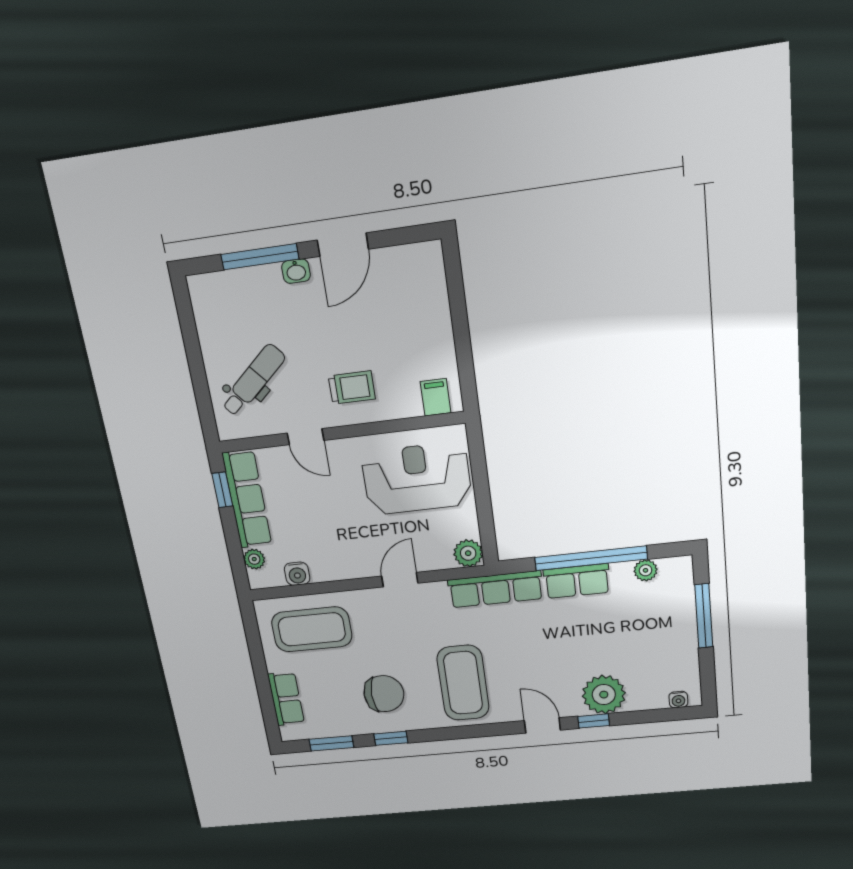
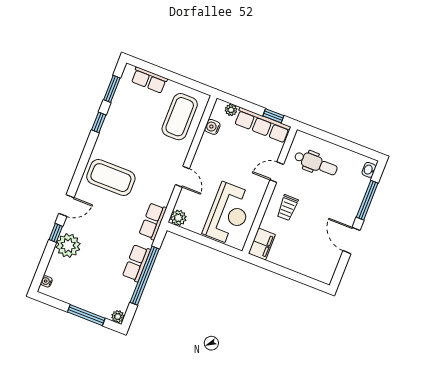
washbasin: (296, 271) -> (369, 170), moved
dental chair: (253, 380) -> (316, 163), turned -49
filing cabinet: (436, 397) -> (262, 244), width x2.00
plant: (646, 570) -> (118, 317), moved
row of seats: (496, 589) -> (153, 221), width x0.68
chair: (384, 694) -> (126, 133), removed

